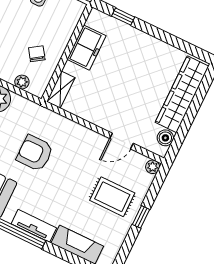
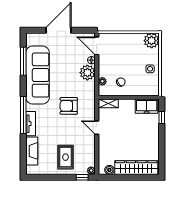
freezer: (86, 48) -> (147, 106), moved
door: (121, 141) -> (97, 128), moved
armchair: (35, 153) -> (69, 106), turned -90
window: (141, 217) -> (82, 177), moved

